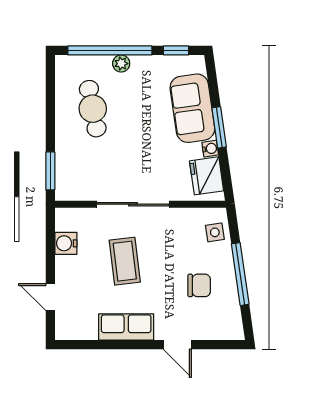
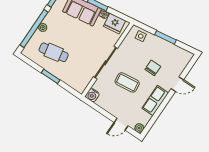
window: (50, 171) -> (51, 76), moved
water cooler: (66, 243) -> (92, 95), moved
window: (240, 274) -> (166, 37), width x0.69
chair: (199, 285) -> (153, 68), moved
plant: (64, 331) -> (139, 128), added

